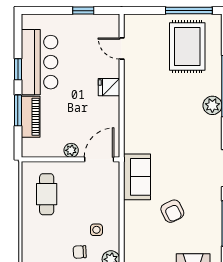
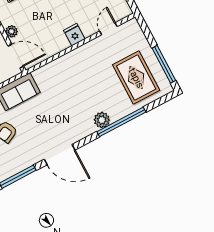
rug: (187, 47) -> (136, 78), turned 90

